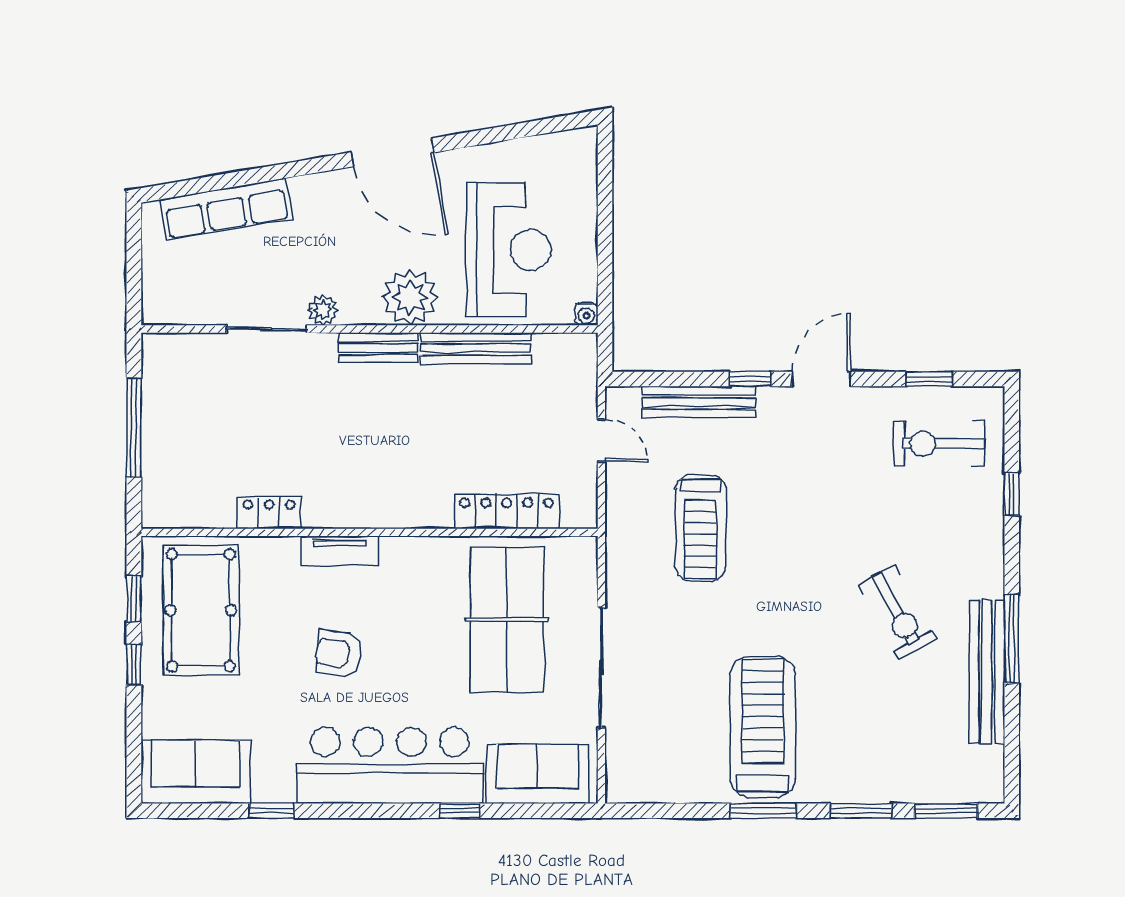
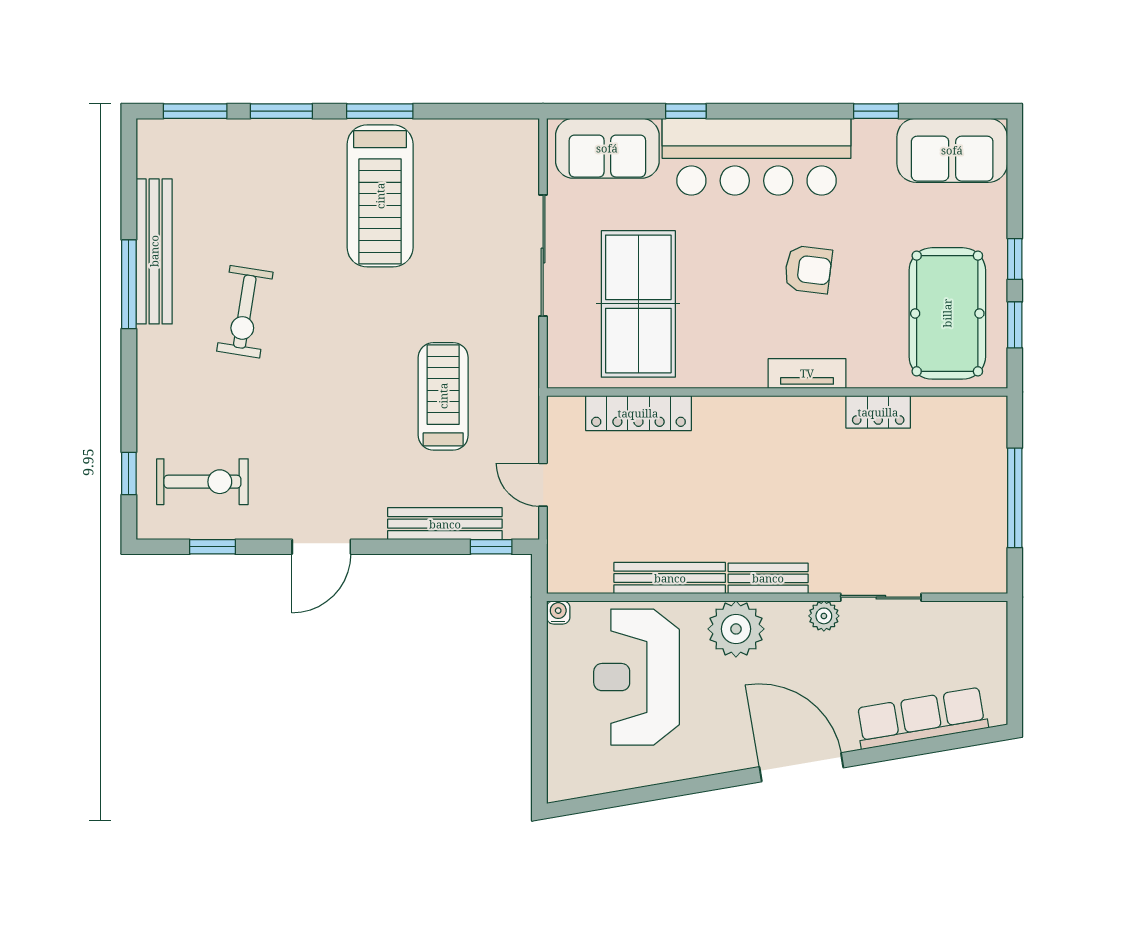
door: (392, 152) -> (801, 767), moved
window: (750, 379) -> (491, 547), moved
window: (1012, 494) -> (129, 474), moved
exercise bike: (897, 612) -> (245, 312), turned -142

